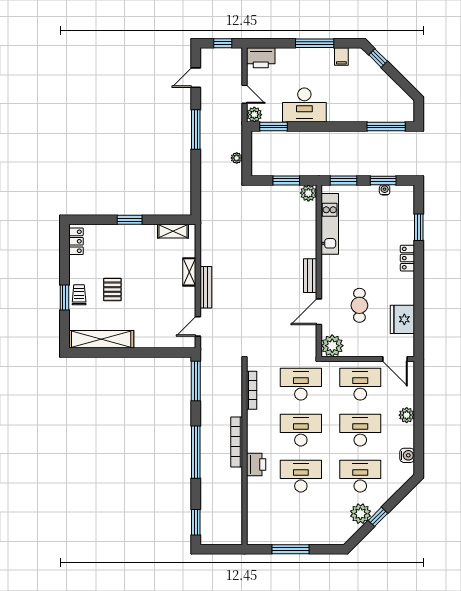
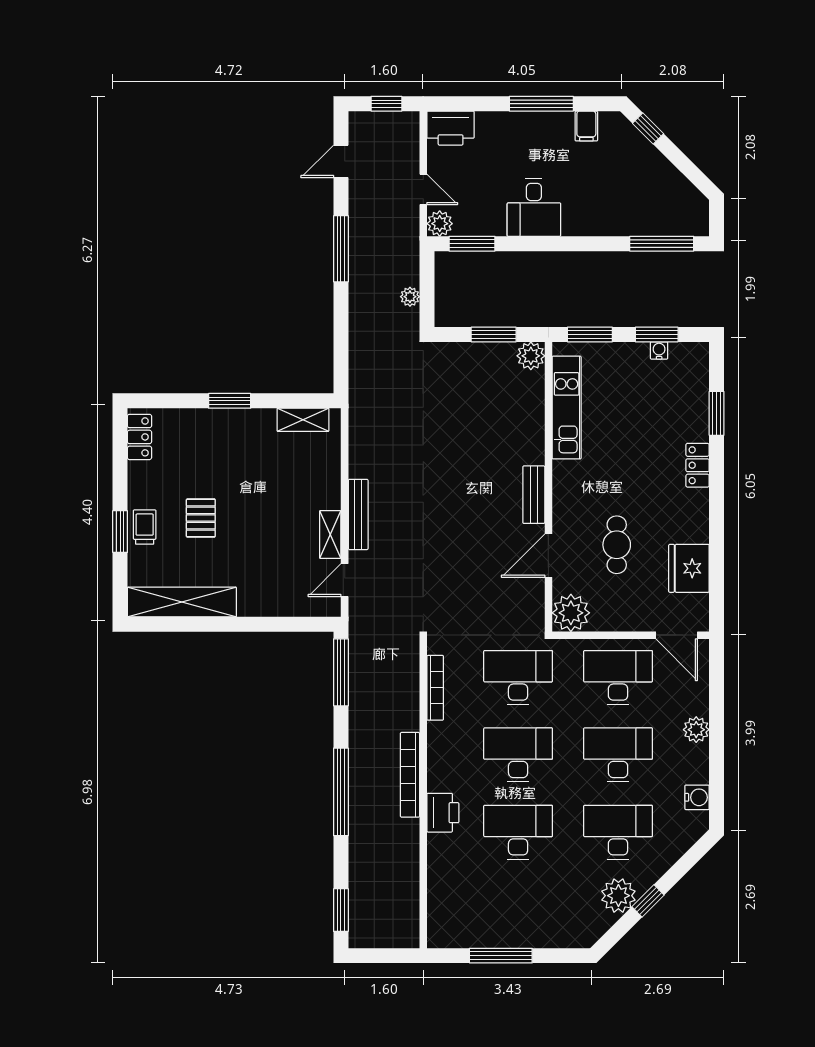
desk: (304, 105) -> (534, 207), width x0.73
shelving: (189, 272) -> (330, 535), moved

